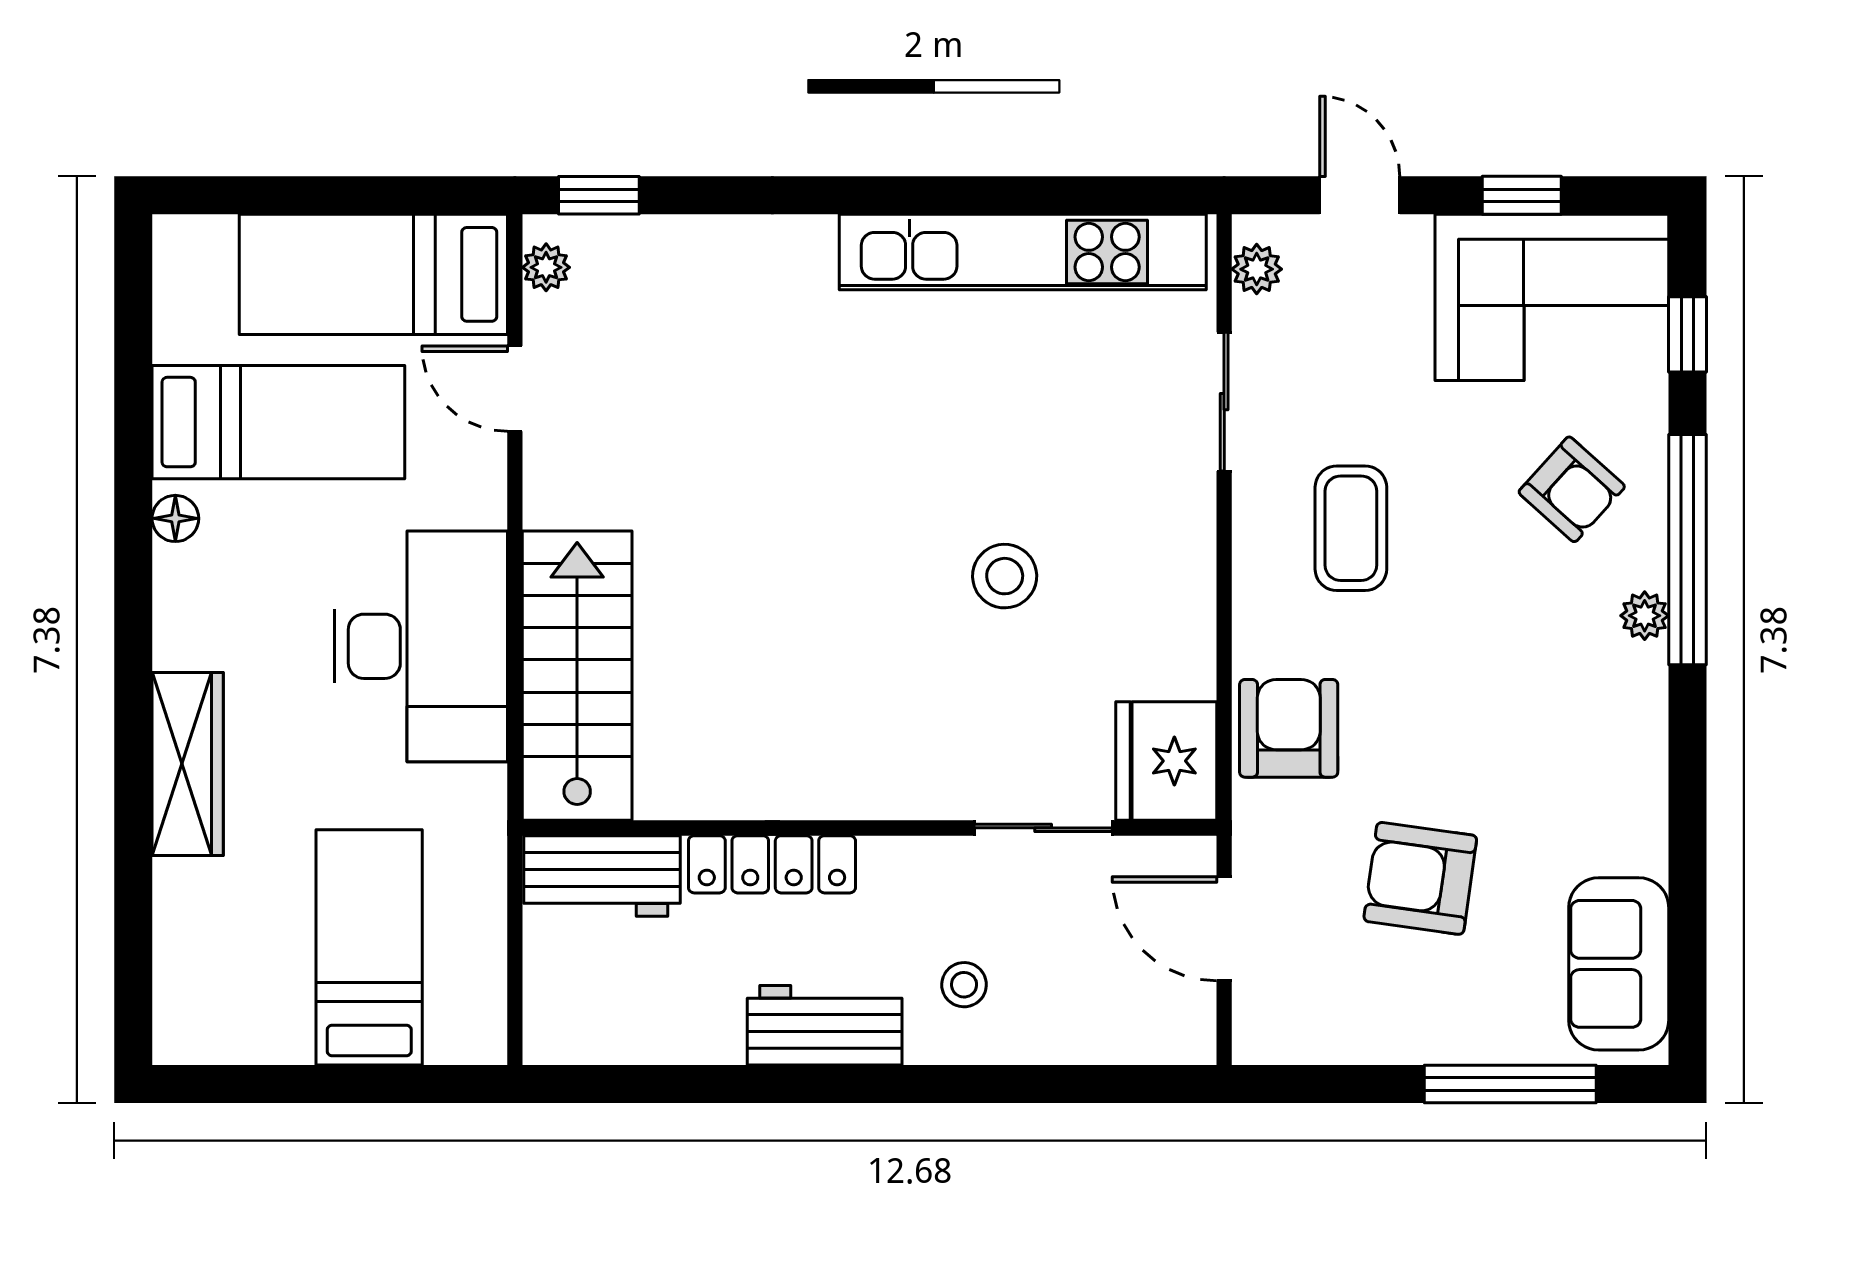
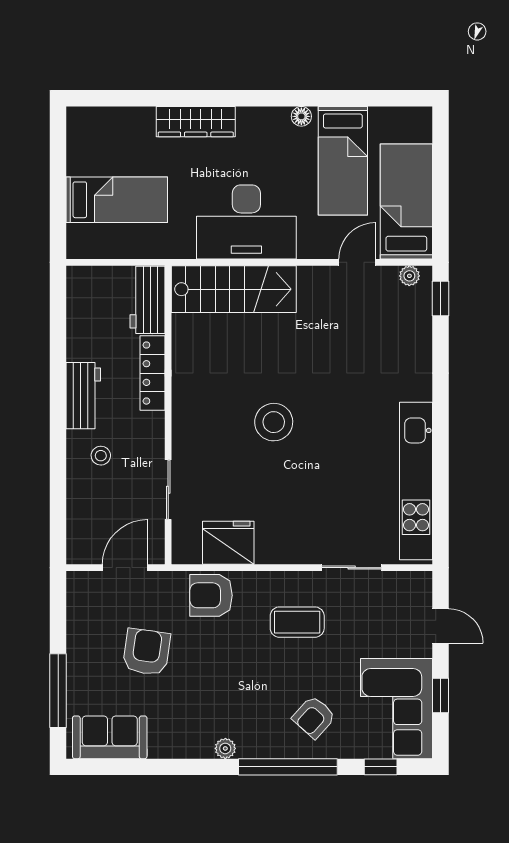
door: (1360, 195) -> (440, 626), hinge flipped
plant: (1257, 269) -> (409, 582), removed
stool: (1005, 576) -> (274, 422), moved, width x1.38, depth x1.38
plant: (1645, 616) -> (225, 748), moved
armchair: (1289, 728) -> (211, 595), turned 180
fridge: (1166, 761) -> (228, 543), moved

